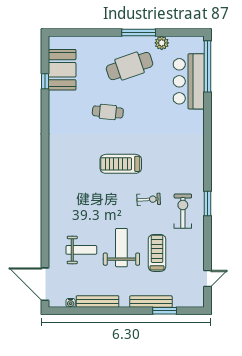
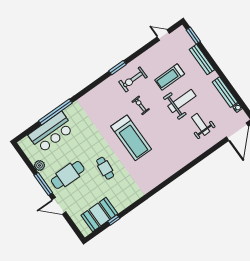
door: (103, 33) -> (59, 206), added
cafe table: (130, 66) -> (68, 175), turned -71
window: (208, 66) -> (55, 112), moved
treadmill: (121, 164) -> (131, 138), width x1.37, depth x1.38
weight bench: (121, 248) -> (182, 101), turned 180
window: (165, 311) -> (193, 36), moved

